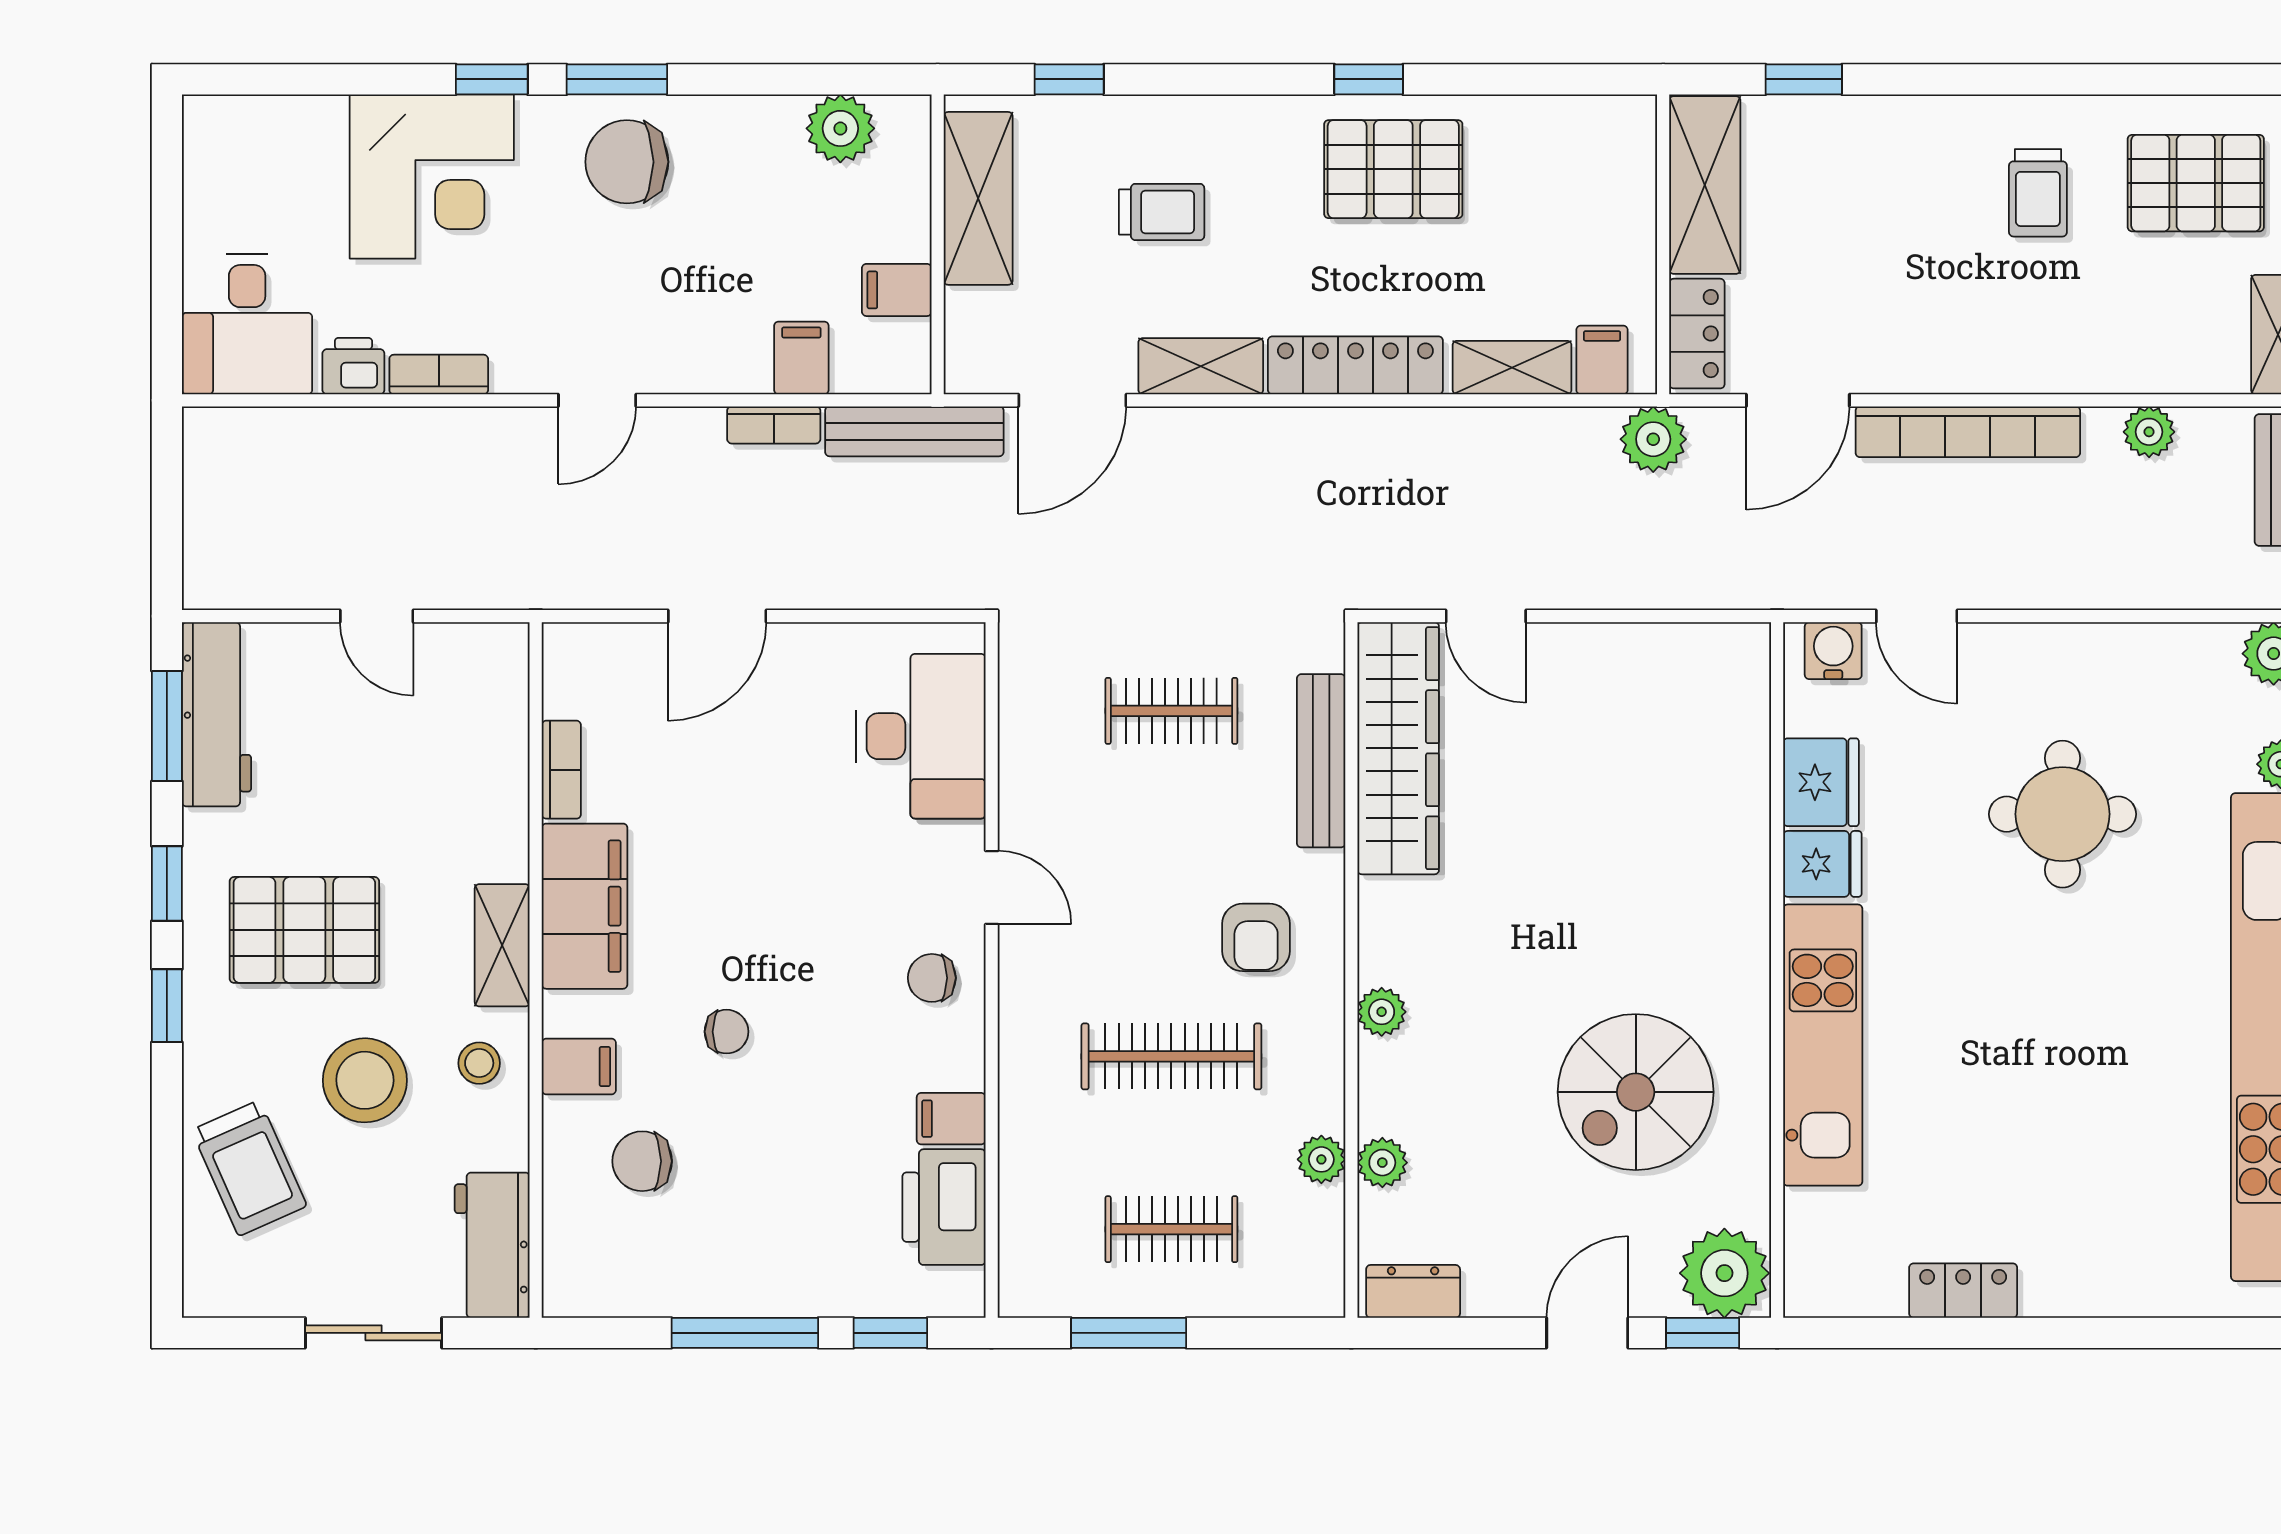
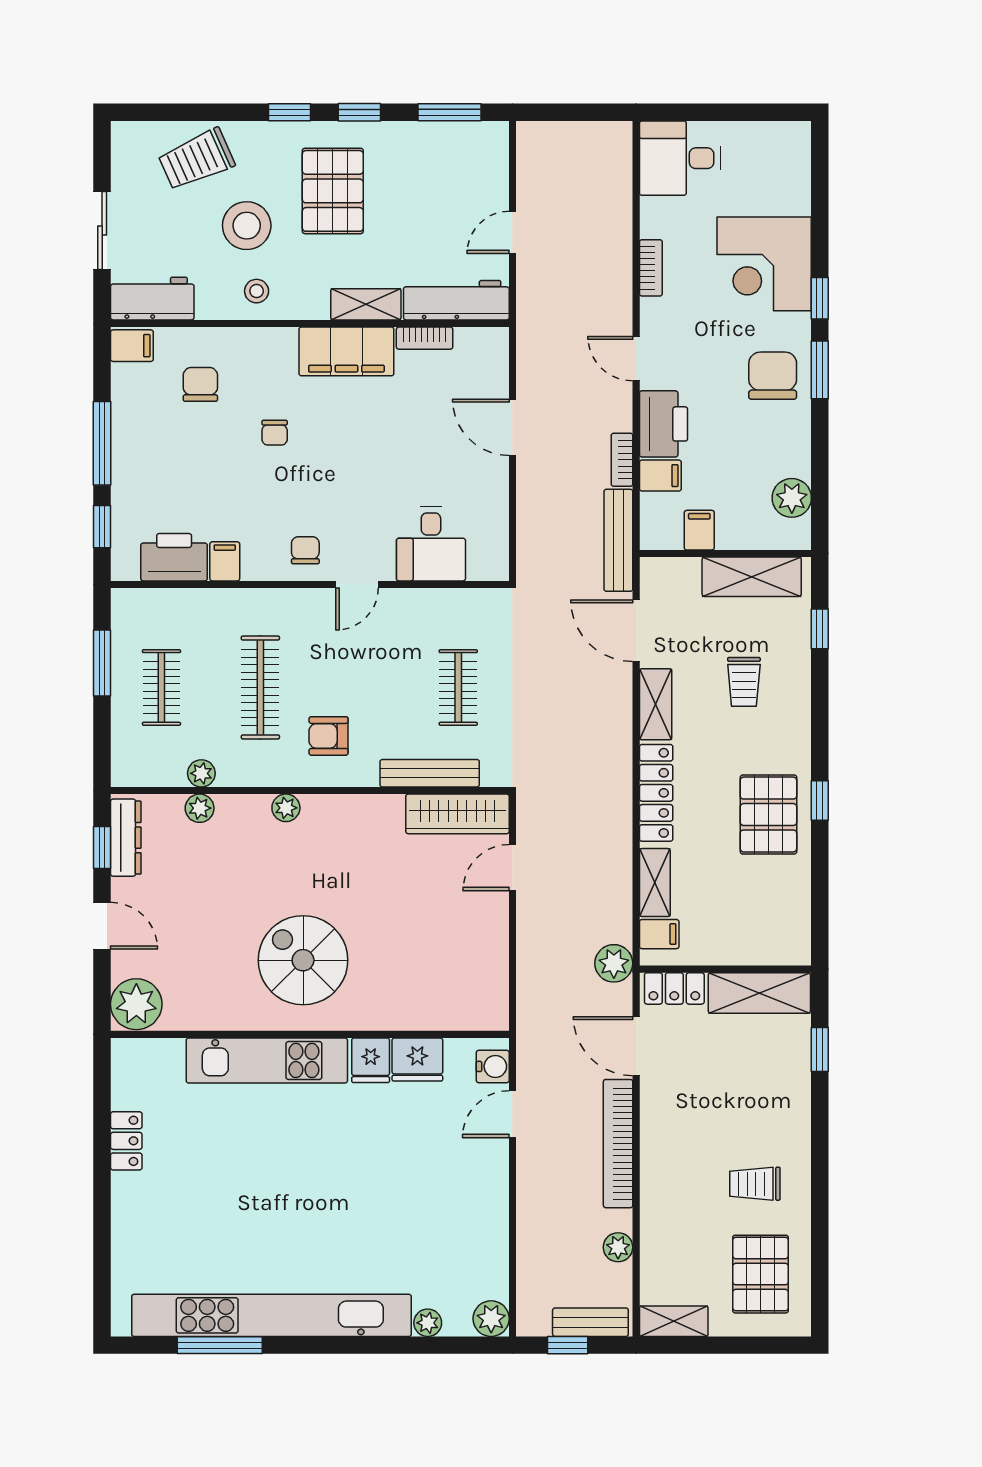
printer: (353, 366) -> (663, 424), moved, width x1.87, depth x1.48
workbench: (217, 714) -> (456, 300), moved, turned 180
desk: (921, 736) -> (431, 544), width x0.73
wardrobe: (1398, 748) -> (457, 814), width x0.71, depth x0.85
round table: (2063, 814) -> (399, 1198), removed
shelving: (502, 945) -> (366, 304), moved
filing cabinet: (579, 1066) -> (132, 346), moved, turned -90
spiral stairs: (1636, 1092) -> (303, 960), moved
dresser: (1413, 1291) -> (126, 838), width x1.44
window: (1703, 1333) -> (102, 847), moved

